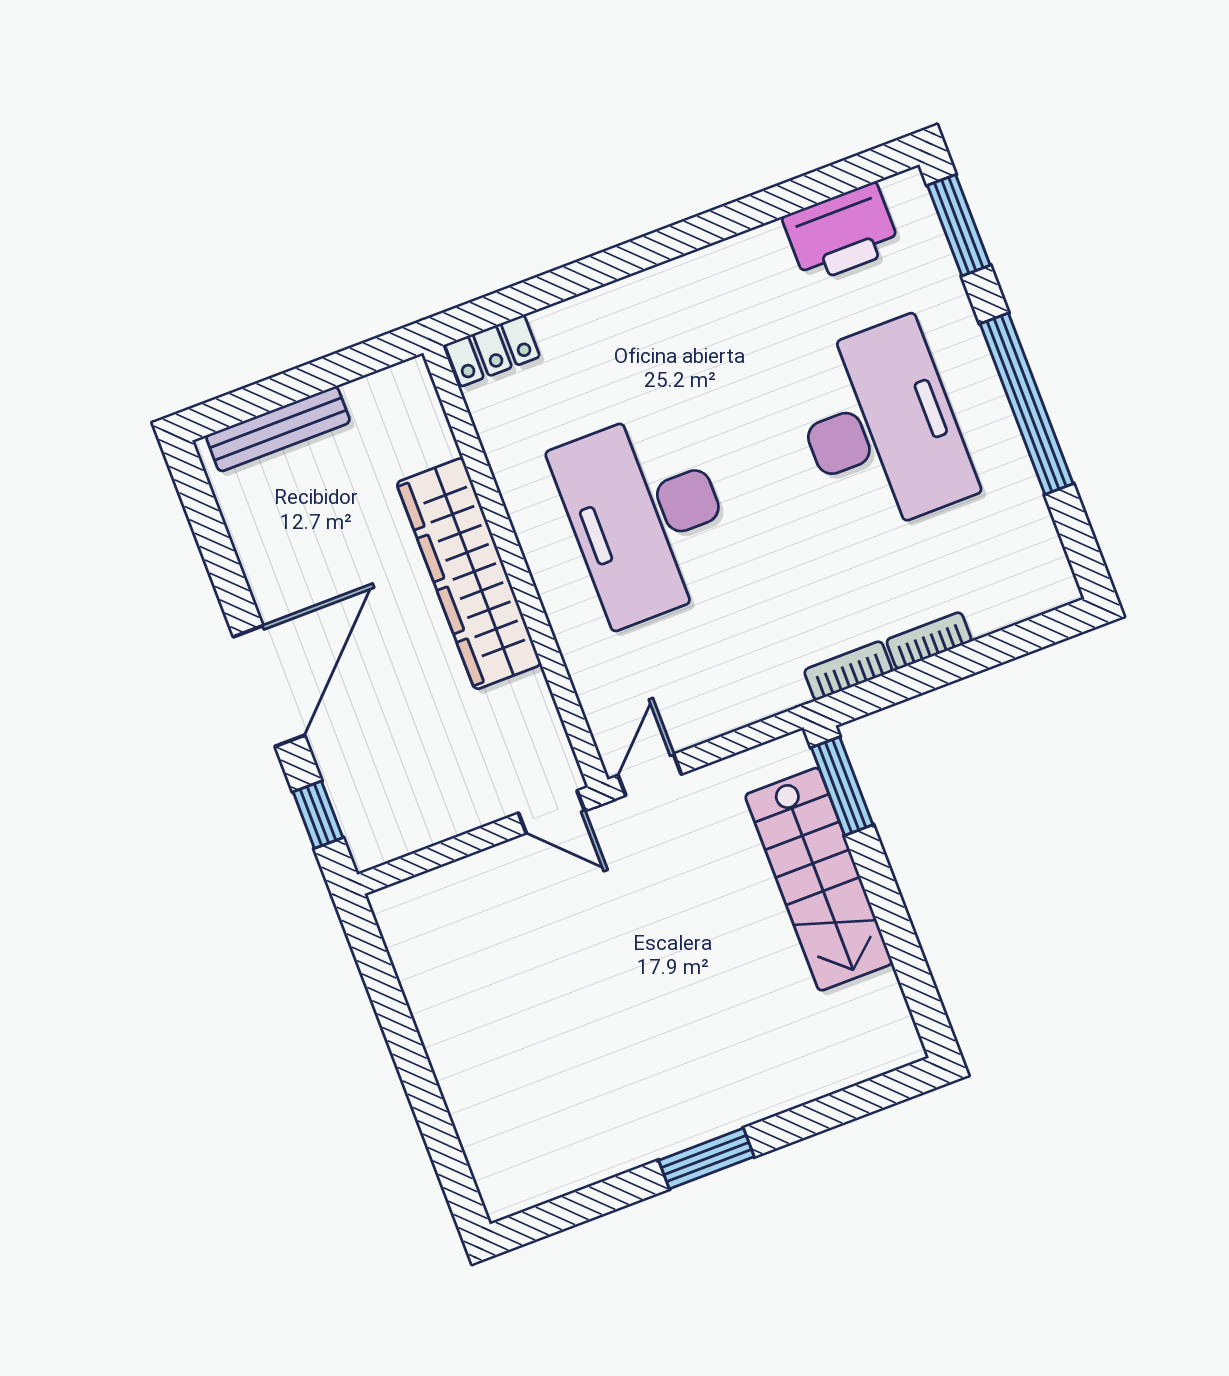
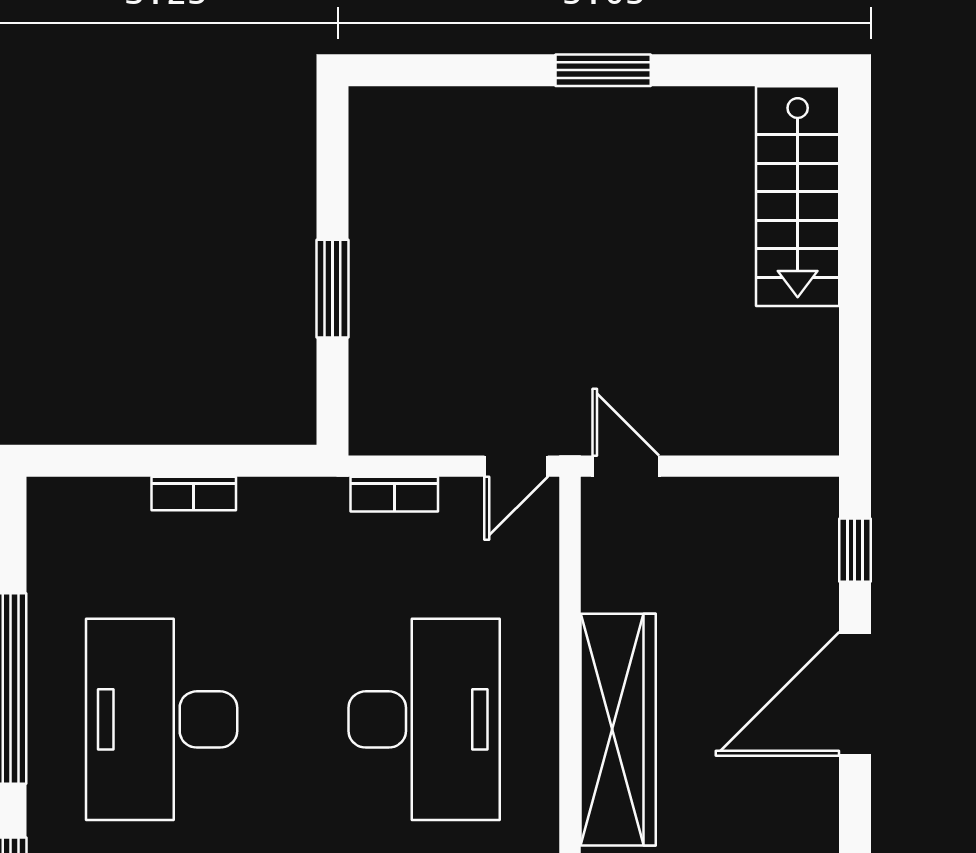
bookcase: (848, 671) -> (394, 494), moved
window: (842, 786) -> (332, 289), moved
stairs: (819, 879) -> (798, 196), moved, turned 180

